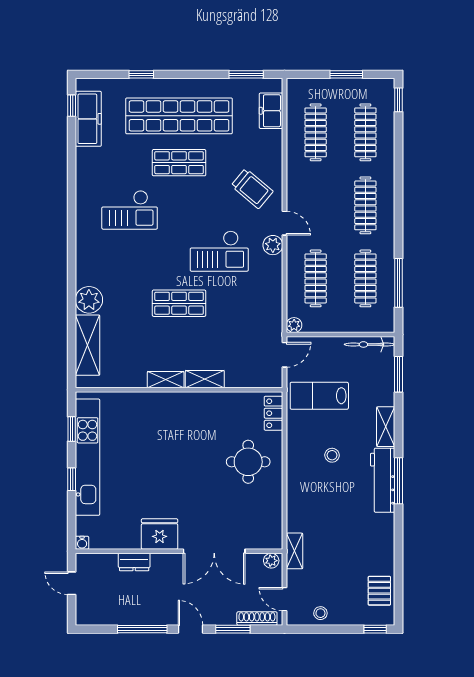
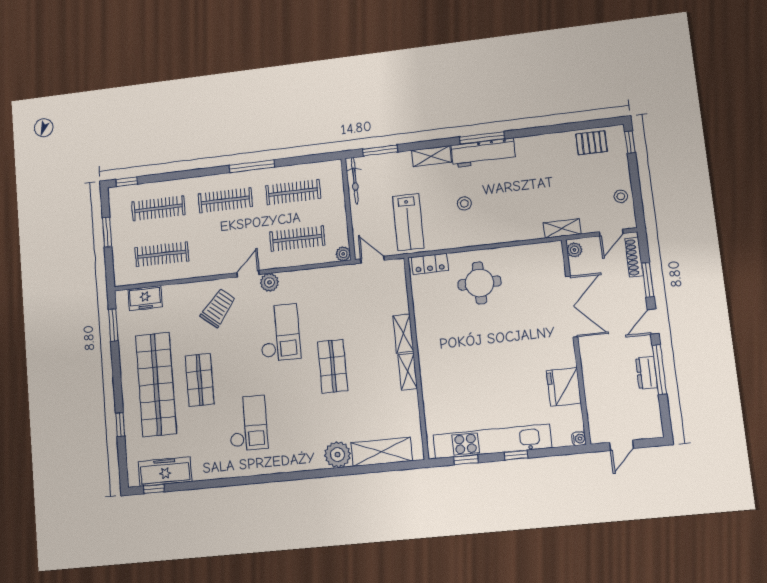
window: (398, 283) -> (252, 166), moved
fridge: (160, 534) -> (564, 387), moved
dresser: (134, 562) -> (647, 373), moved, turned 180

